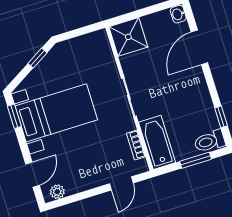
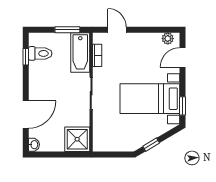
toilet: (210, 141) -> (40, 53), moved
window: (196, 160) -> (67, 30), moved
door: (121, 183) -> (117, 30), hinge flipped

